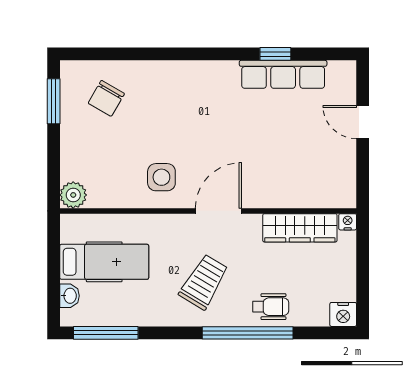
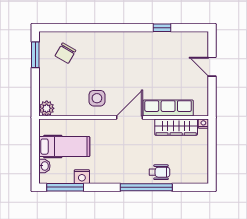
row of seats: (283, 74) -> (168, 108), moved, turned 180
trolley: (204, 282) -> (121, 158), removed
nightstand: (343, 314) -> (82, 177), moved

